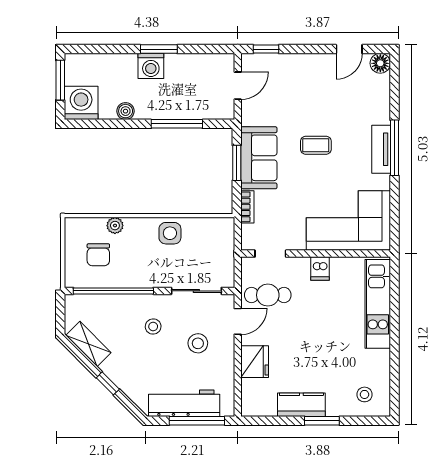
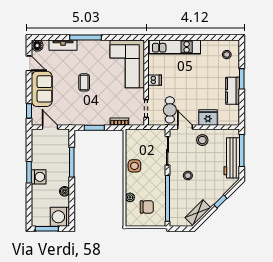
tv unit: (381, 149) -> (63, 45), moved
sofa: (259, 158) -> (42, 89), moved, turned 90
stool: (198, 343) -> (202, 140), moved

